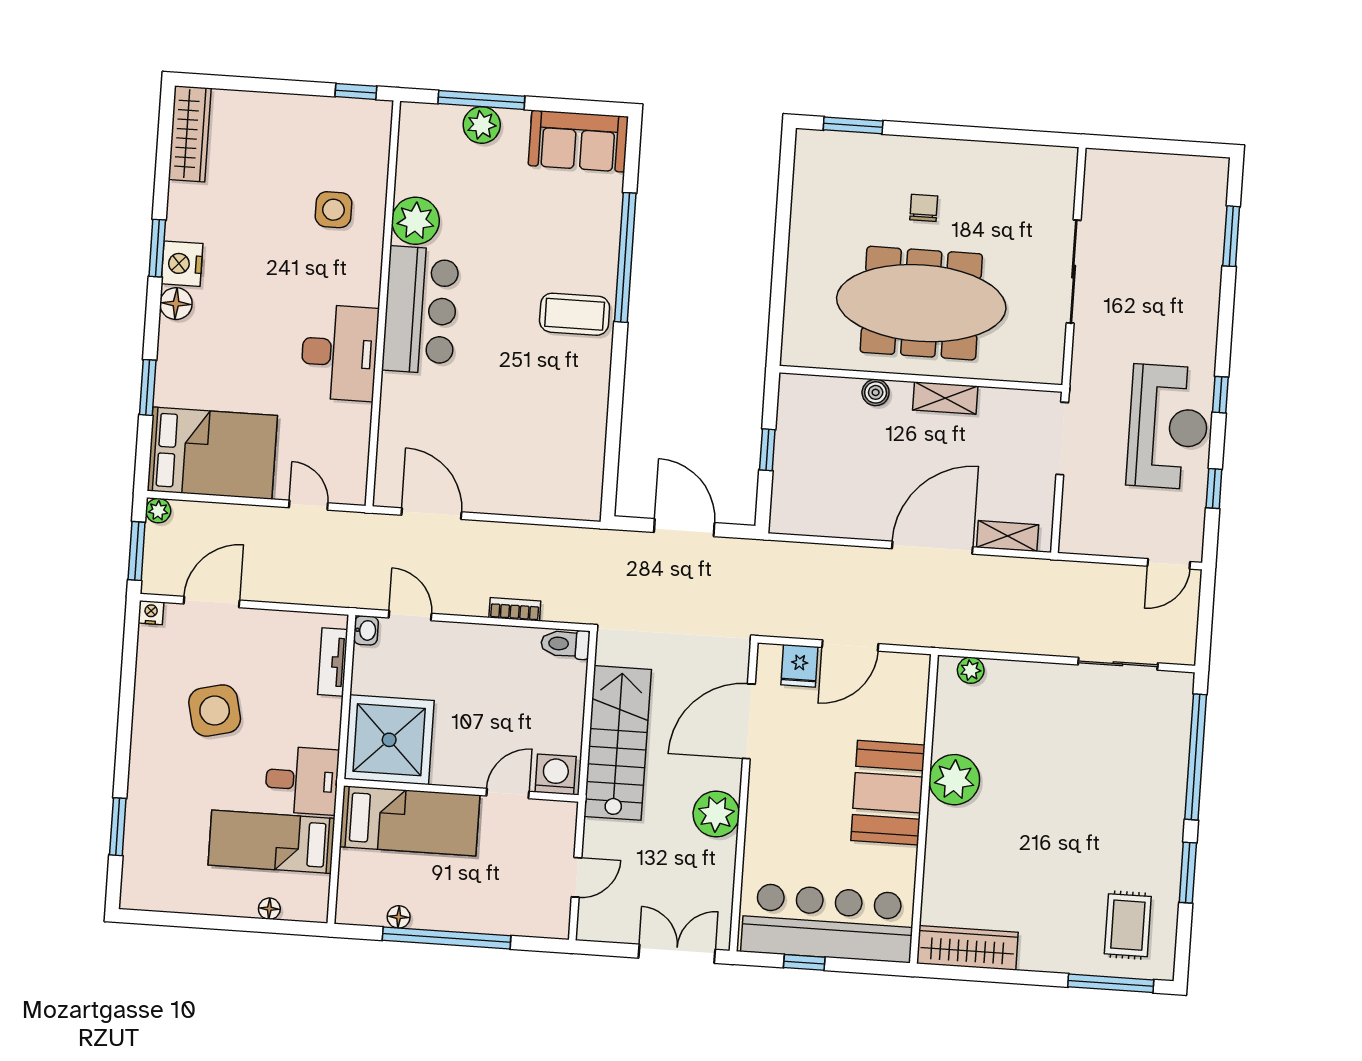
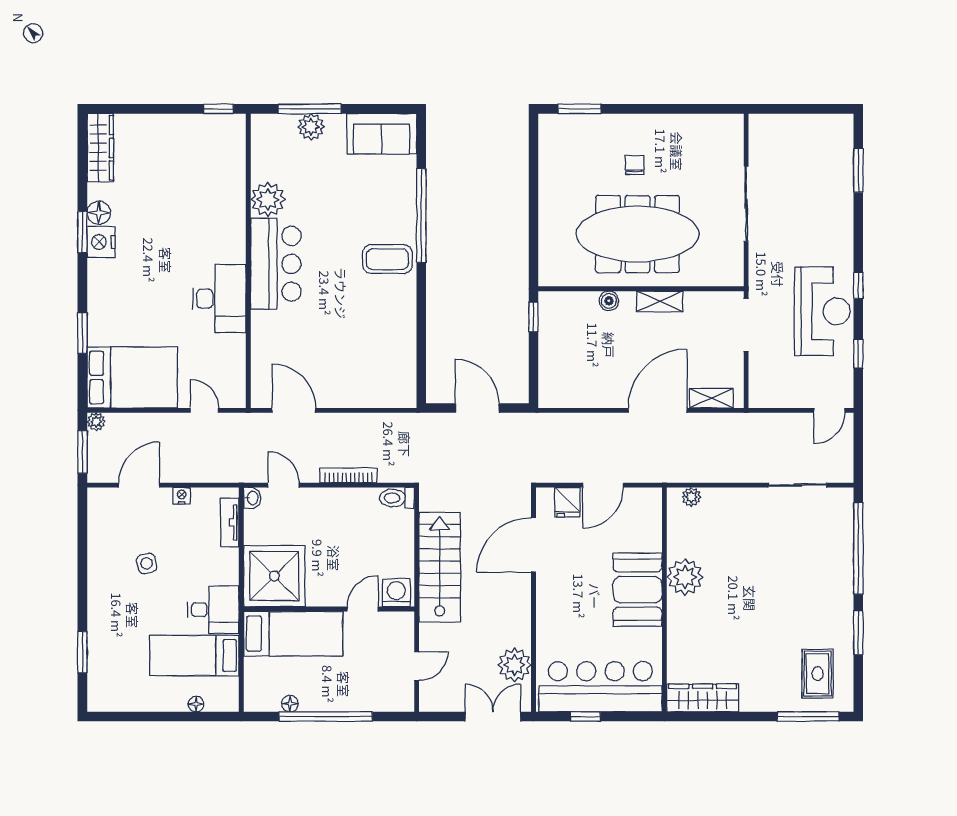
side table: (333, 210) -> (208, 195), removed
floor lamp: (176, 304) -> (99, 213), moved
window: (767, 450) -> (533, 317), moved
bookcase: (515, 609) -> (348, 475), width x1.56
nightstand: (151, 613) -> (182, 496), moved
side table: (215, 711) -> (147, 563), width x0.54, depth x0.54
plant: (716, 814) -> (514, 665), moved

